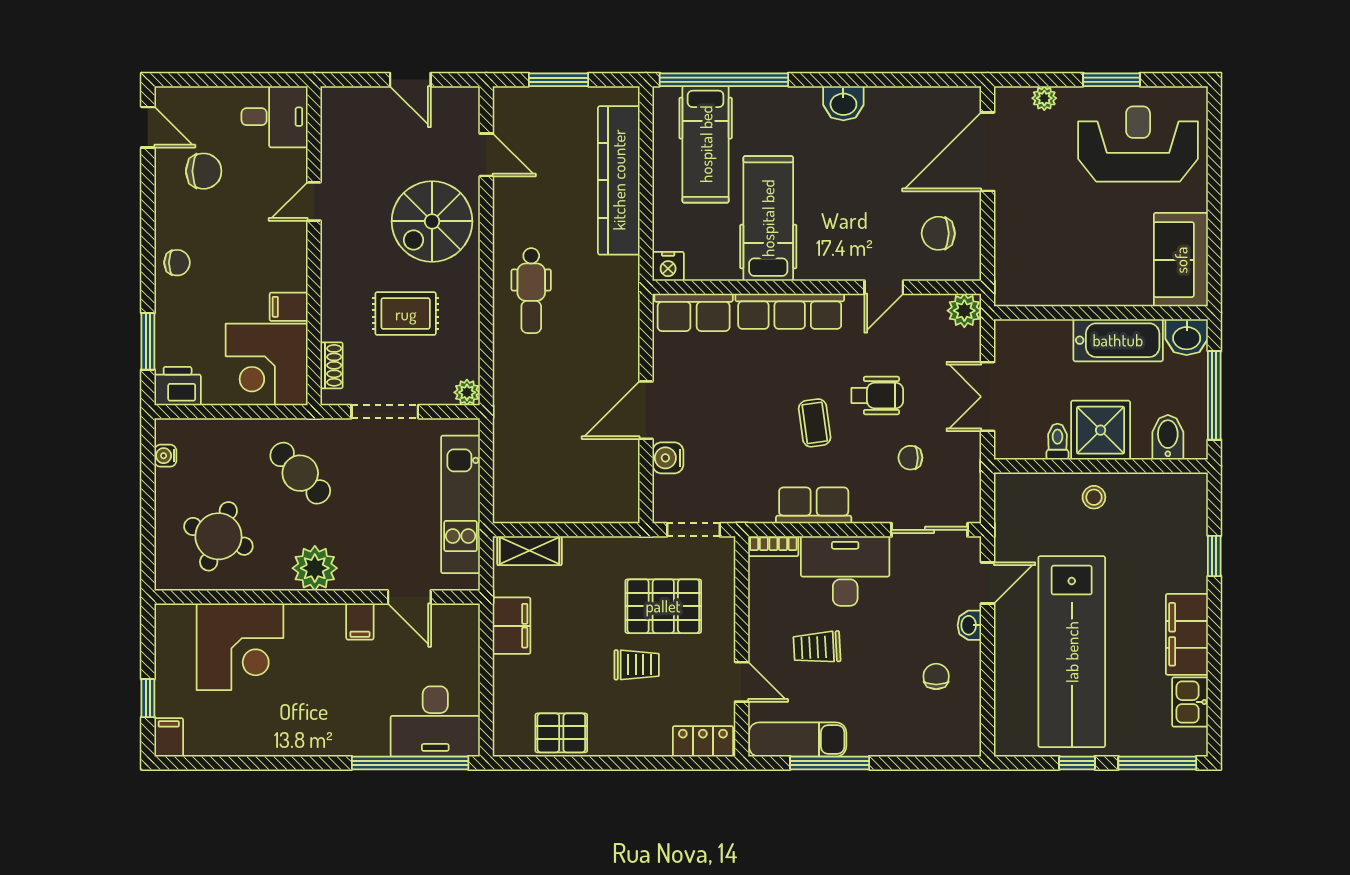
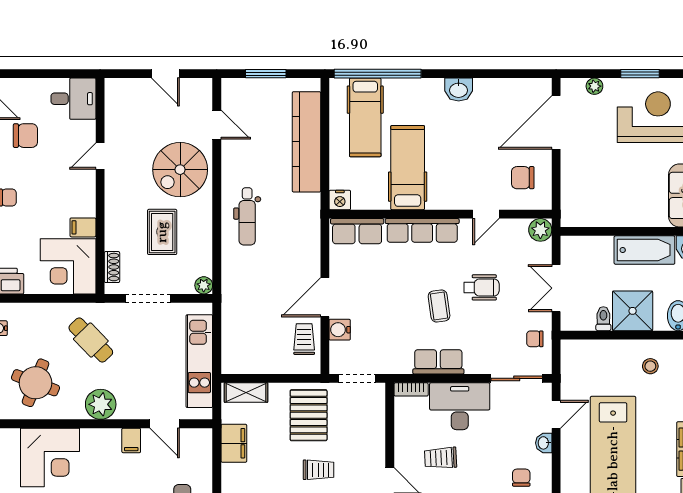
rug: (406, 314) -> (162, 232), turned 90
chair: (910, 458) -> (535, 339), moved
trolley: (615, 472) -> (304, 339), added
stool: (1094, 497) -> (650, 366), moved
pallet: (663, 606) -> (309, 415), moved, turned 90

